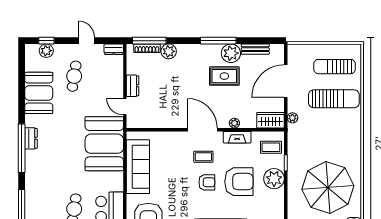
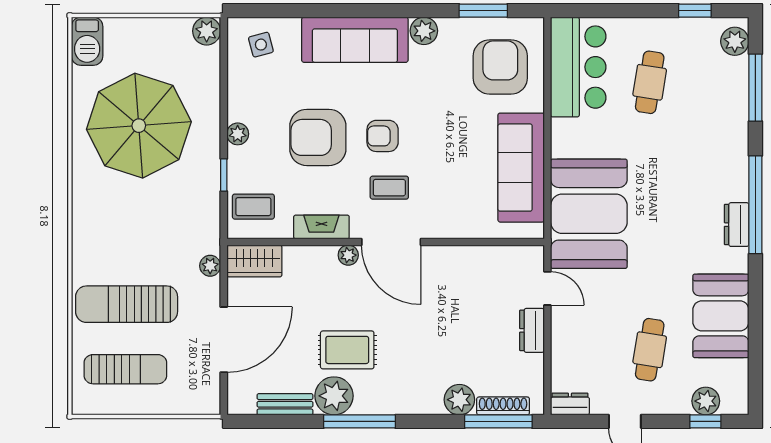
plant: (234, 123) -> (348, 255), moved
plant: (274, 179) -> (238, 134), width x0.53, depth x0.53

